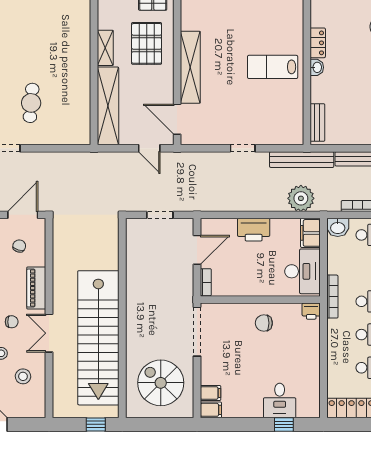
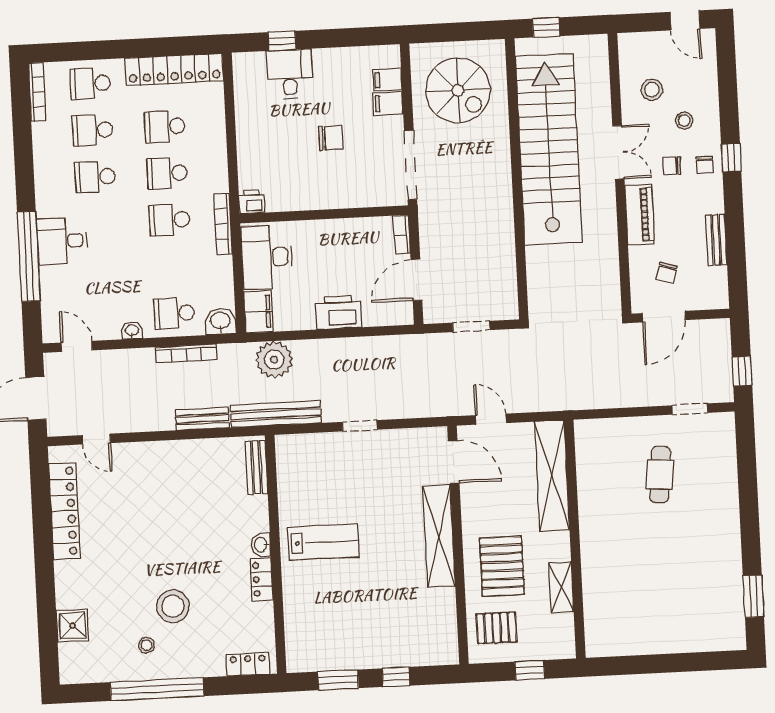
shelving: (105, 48) -> (561, 587), moved
chair: (264, 323) -> (331, 138), moved
filing cabinet: (211, 410) -> (388, 103), moved

